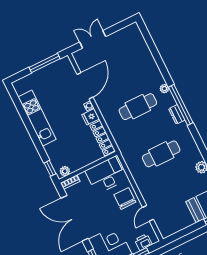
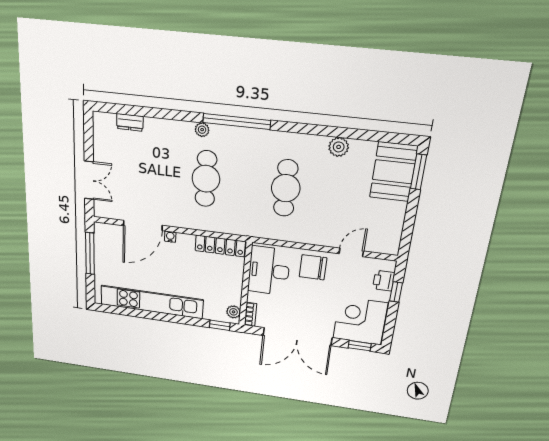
double door: (93, 39) -> (89, 180), swing flipped
door: (85, 86) -> (143, 225), swing flipped
dresser: (177, 114) -> (130, 122), moved
fridge: (91, 117) -> (185, 243), removed
kitchen unit: (37, 118) -> (152, 302), width x1.36
door: (148, 213) -> (351, 252), swing flipped

